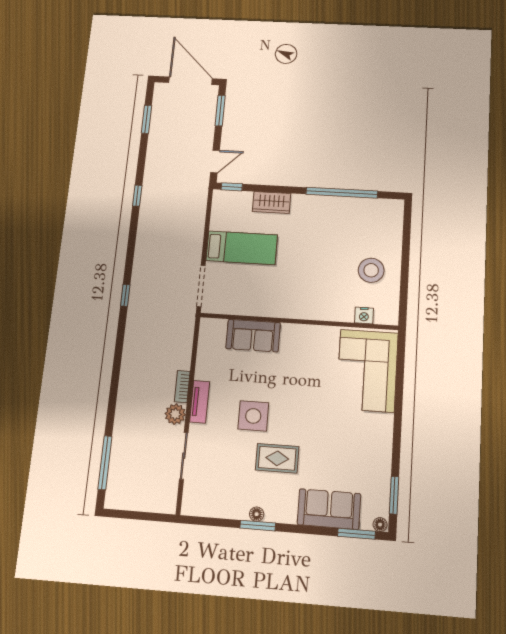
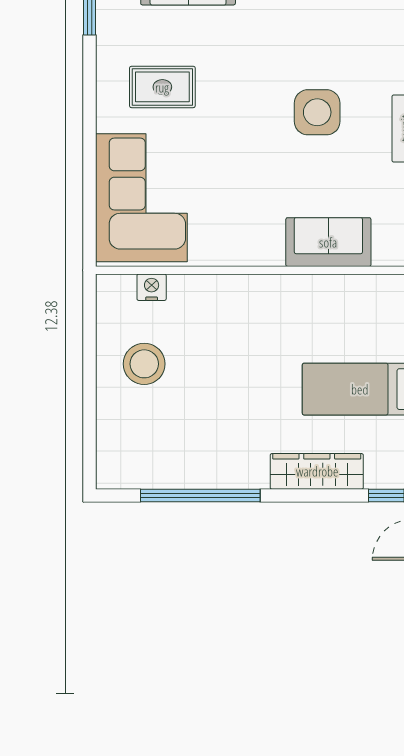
wardrobe: (271, 202) -> (317, 471), width x1.50
rug: (277, 458) -> (162, 87), moved

